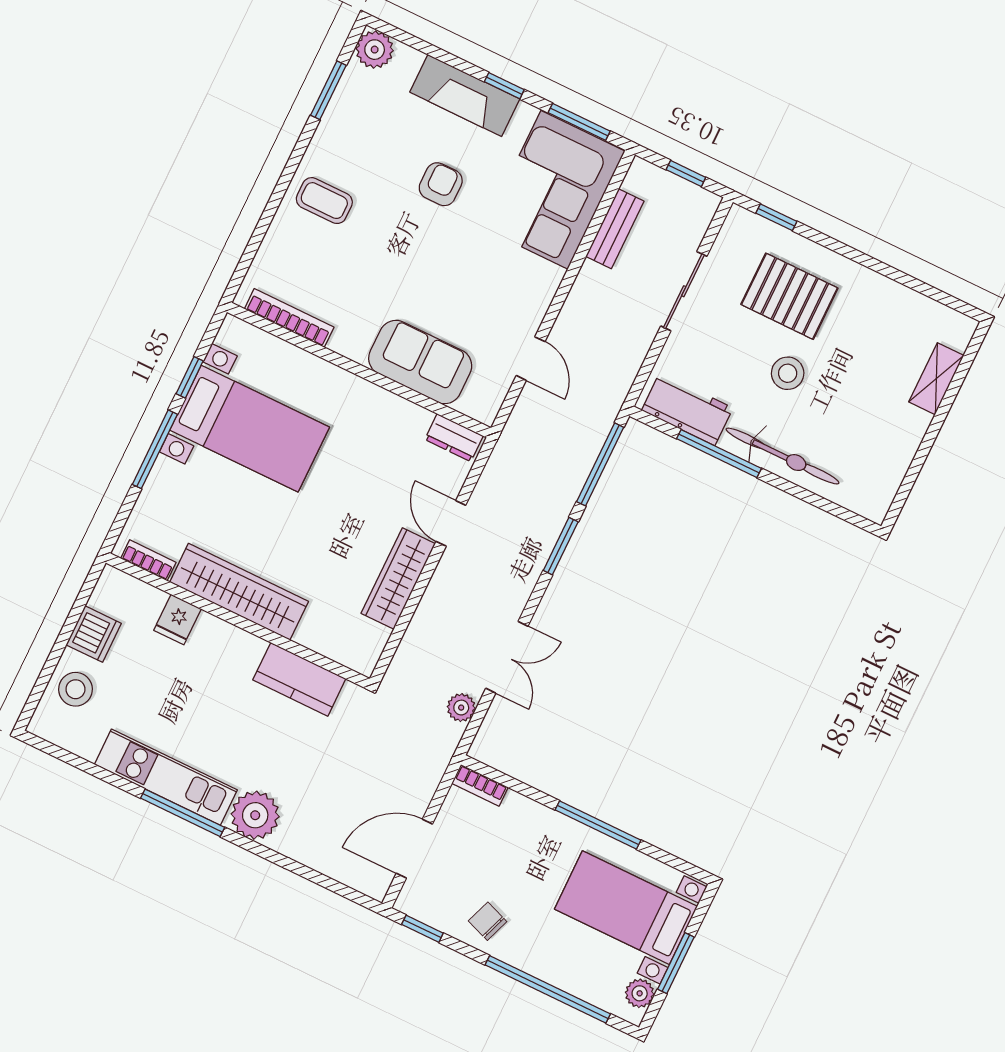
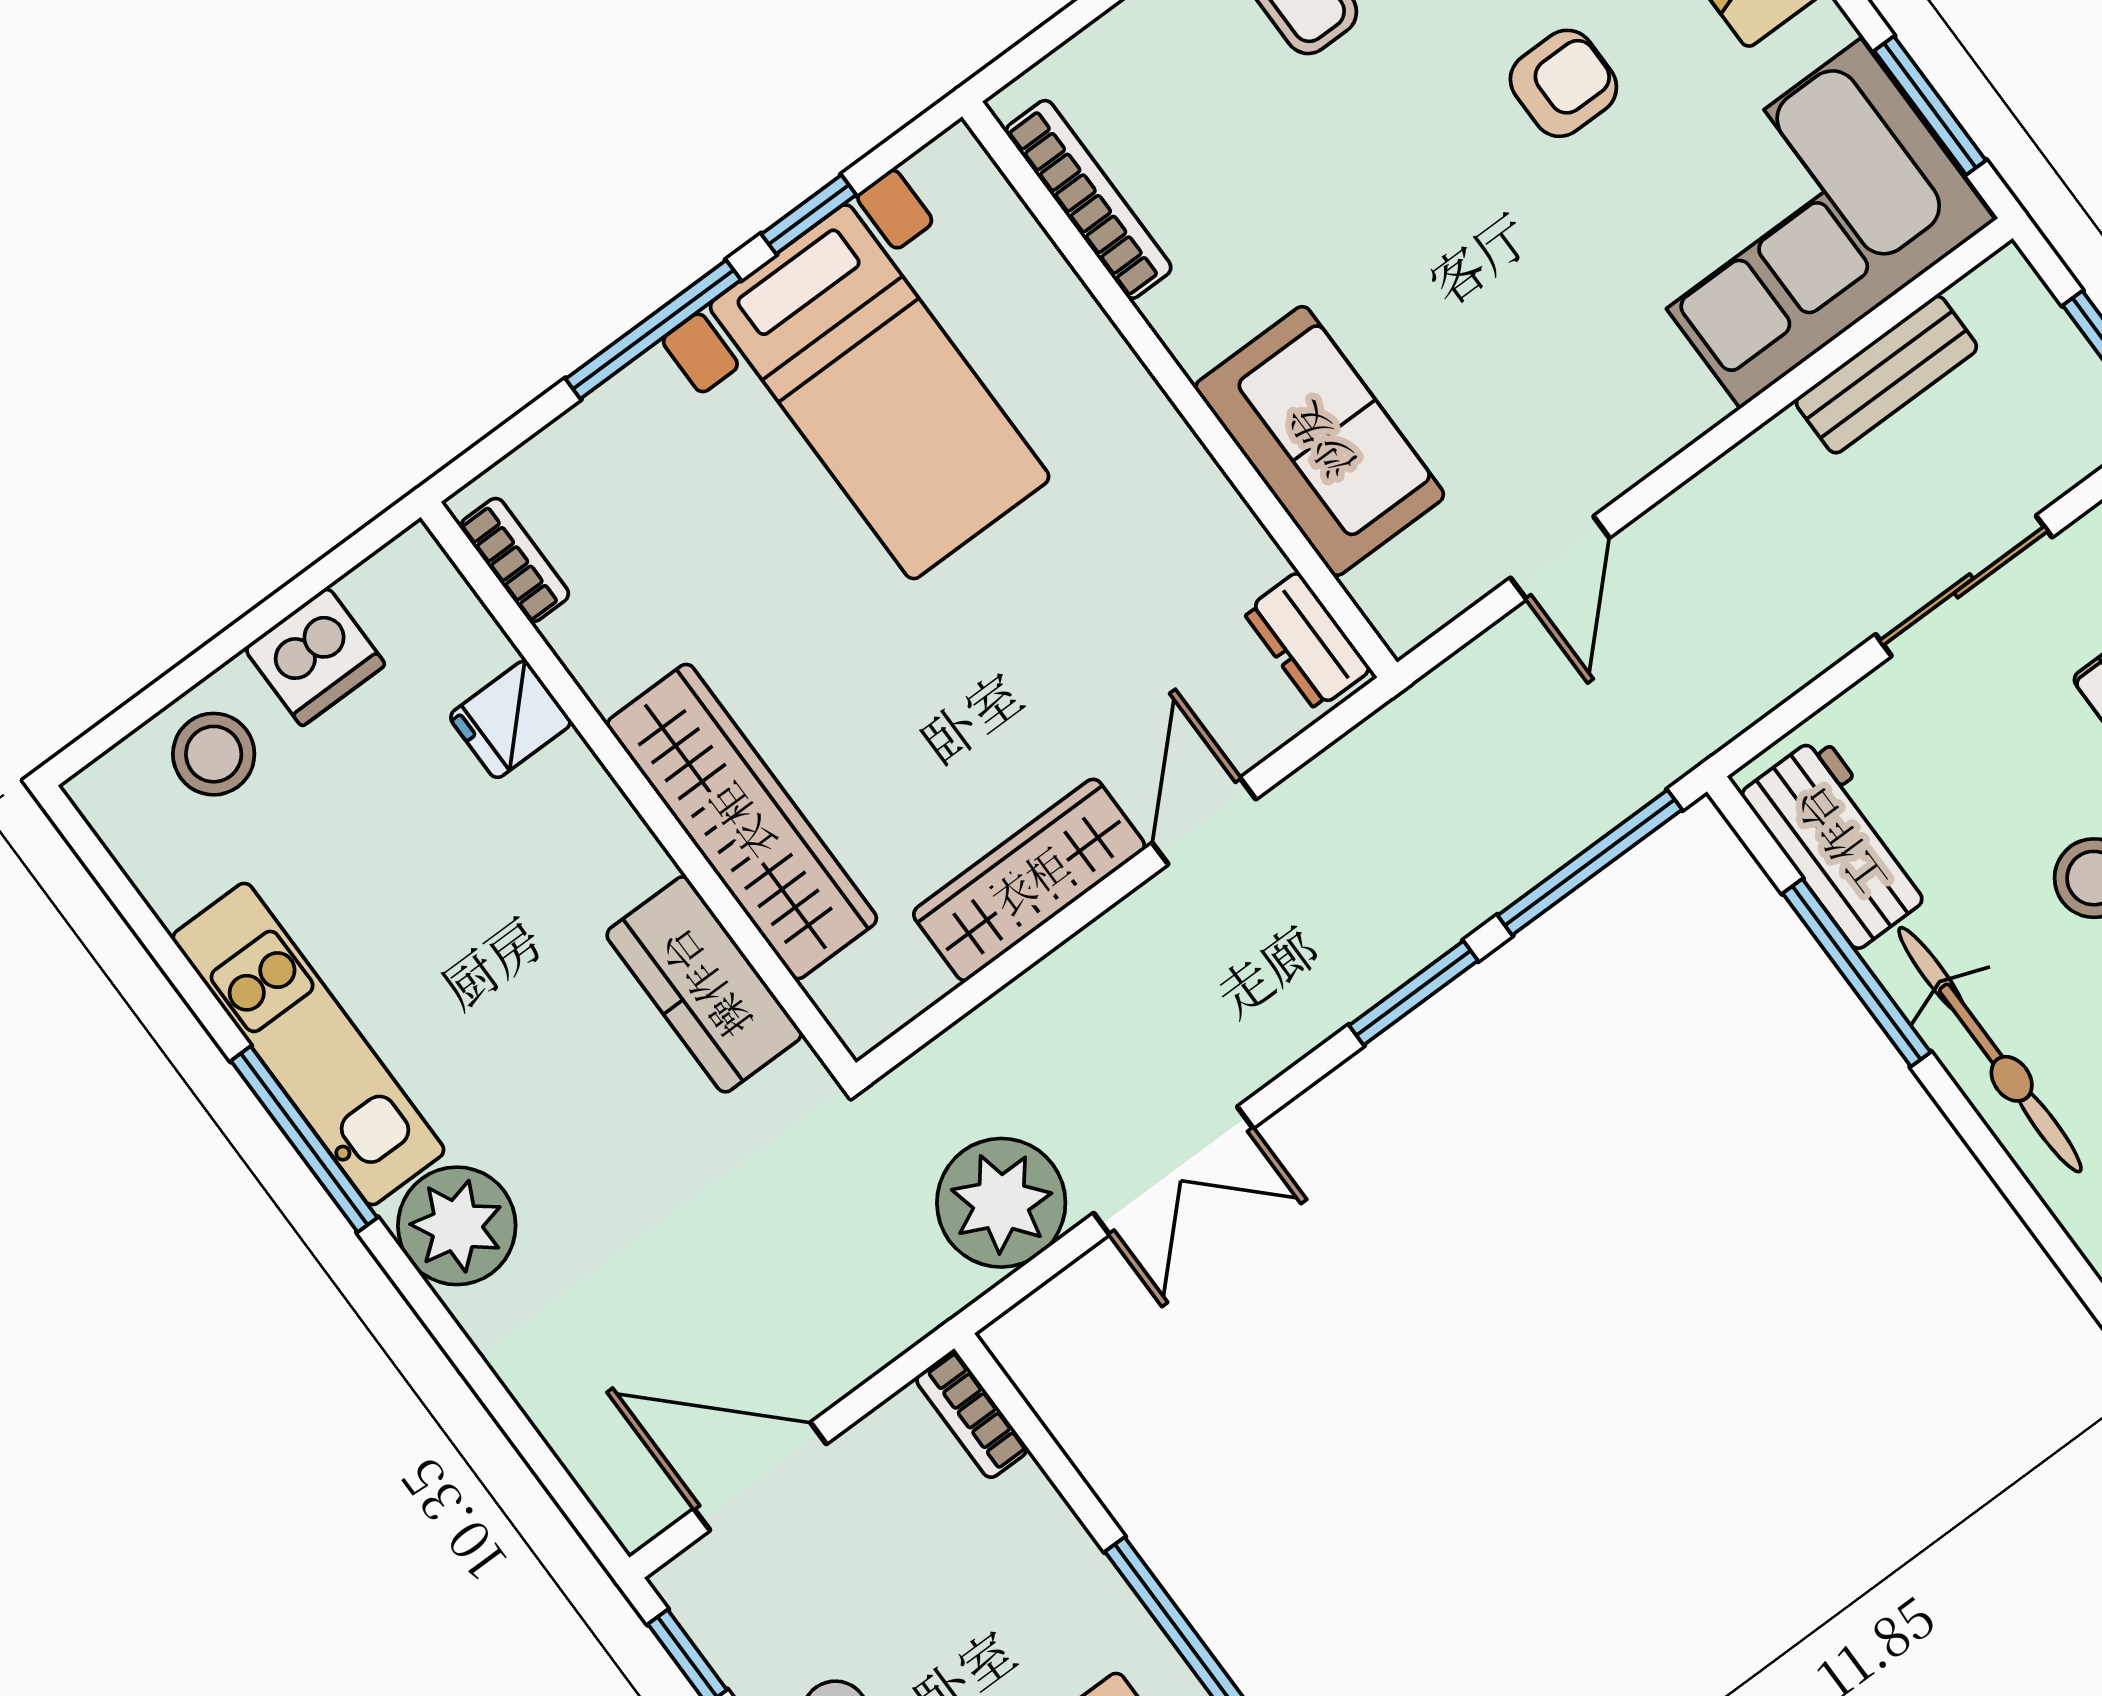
wardrobe: (239, 592) -> (742, 822), moved
plant: (461, 708) -> (1001, 1203), width x1.88, depth x1.88

